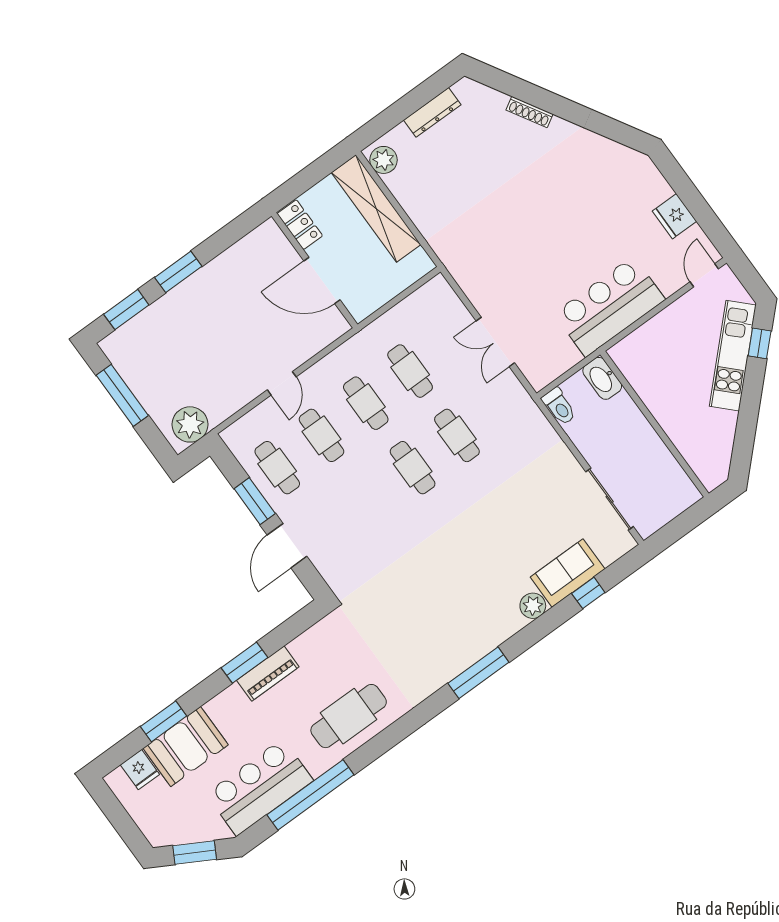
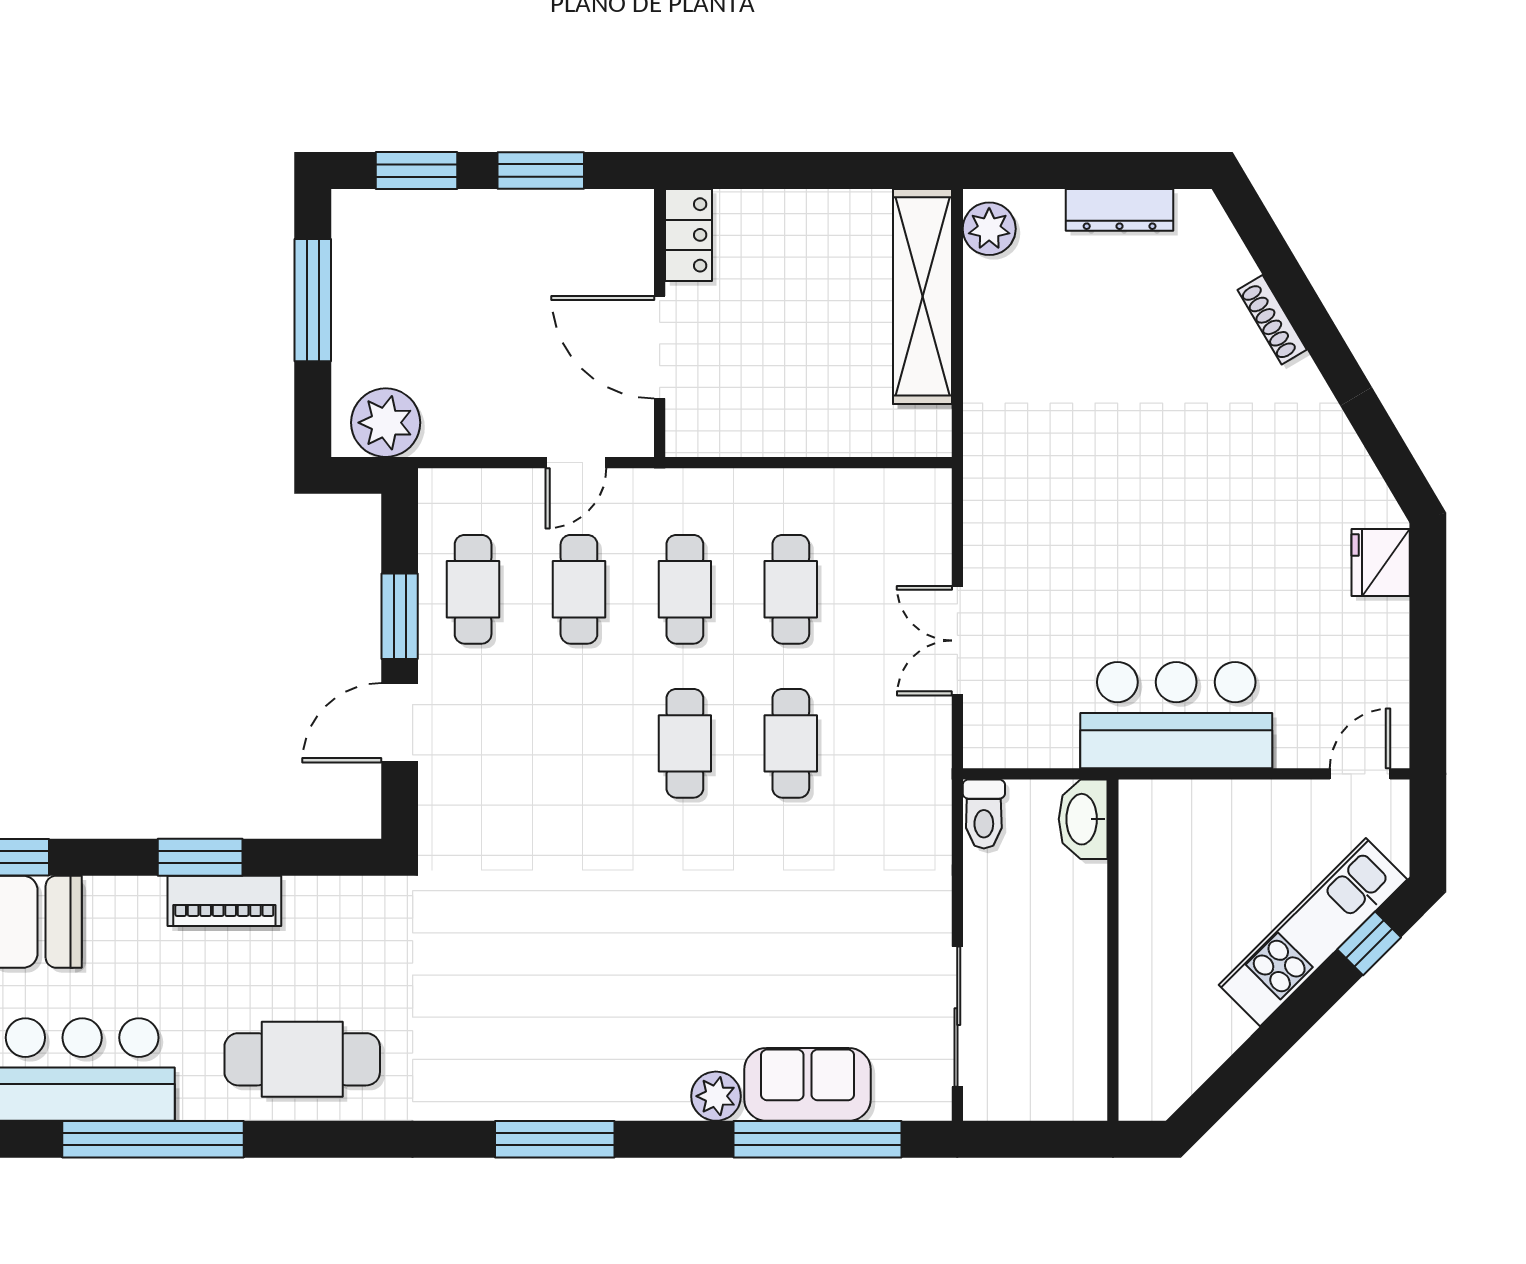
fridge: (674, 216) -> (1381, 562), moved
locker: (300, 225) -> (688, 235), moved
wall: (315, 270) -> (660, 323), moved
door: (322, 280) -> (660, 347), moved
window: (588, 593) -> (817, 1139), width x3.17

